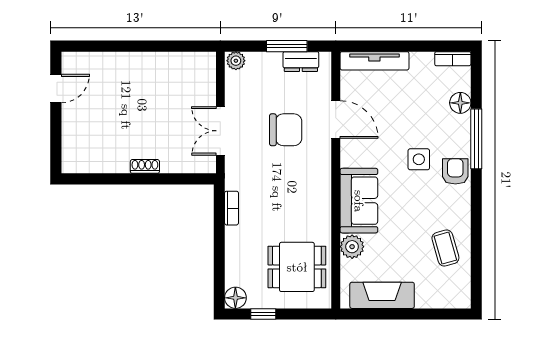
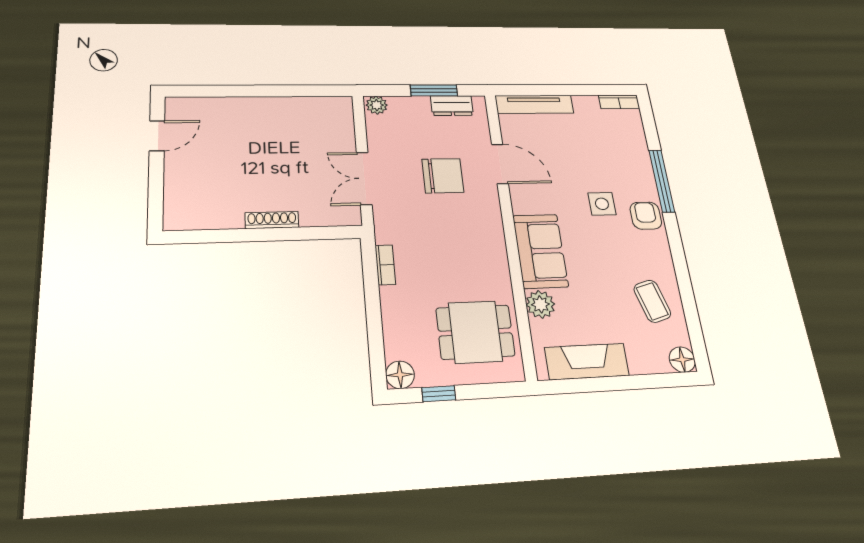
floor lamp: (460, 103) -> (682, 360), moved
shoe rack: (145, 166) -> (272, 220), width x1.43

